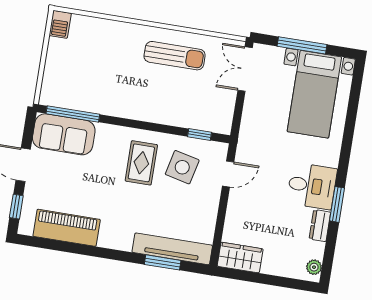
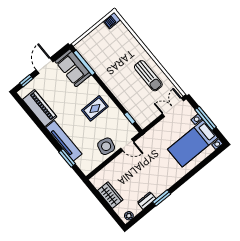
side table: (182, 167) -> (106, 146), moved
desk: (312, 186) -> (158, 181), removed
tv unit: (172, 249) -> (64, 141), moved
wardrobe: (240, 258) -> (110, 195), moved

